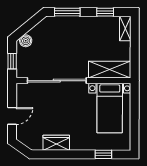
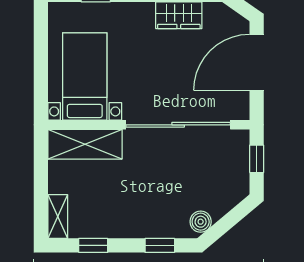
window: (67, 12) -> (160, 245), width x0.67
boiler: (26, 41) -> (201, 222), moved
door: (12, 116) -> (257, 62), width x1.88

